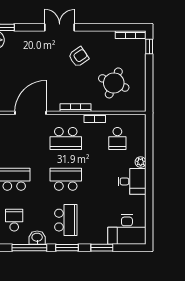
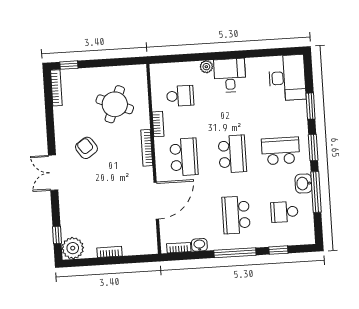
door: (30, 113) -> (156, 201), swing flipped
school desk: (66, 179) -> (232, 154), turned 180

